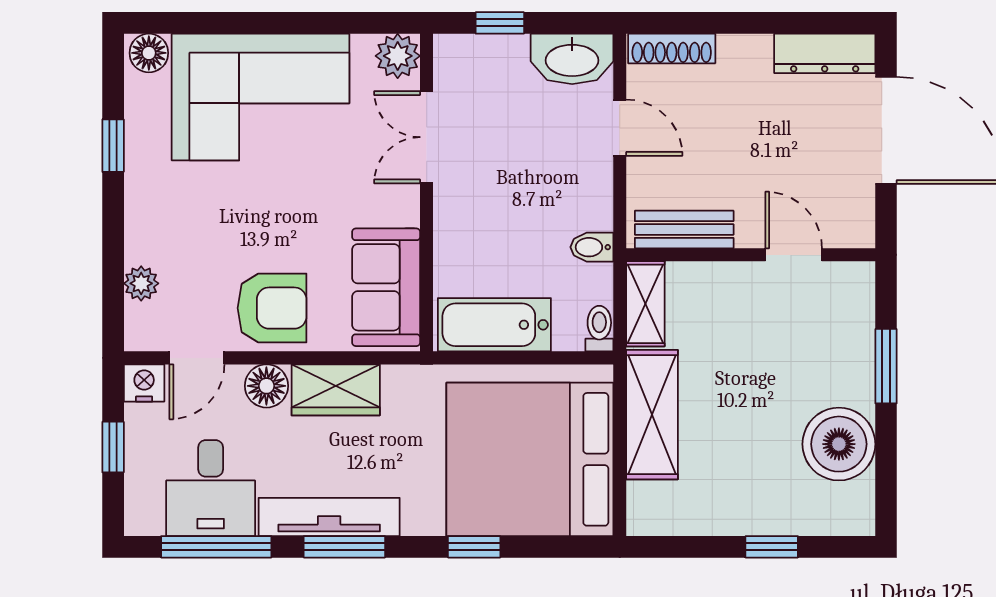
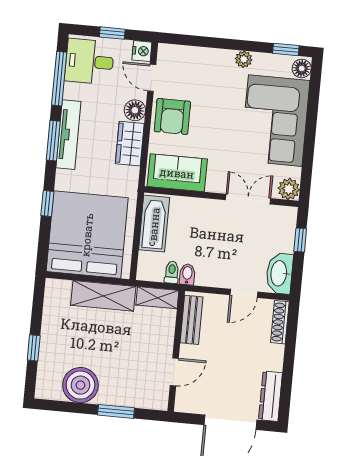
window: (113, 146) -> (286, 49), moved
plant: (141, 283) -> (244, 59), moved
toilet: (599, 329) -> (172, 272), moved, turned -90
desk: (211, 488) -> (89, 62), moved

